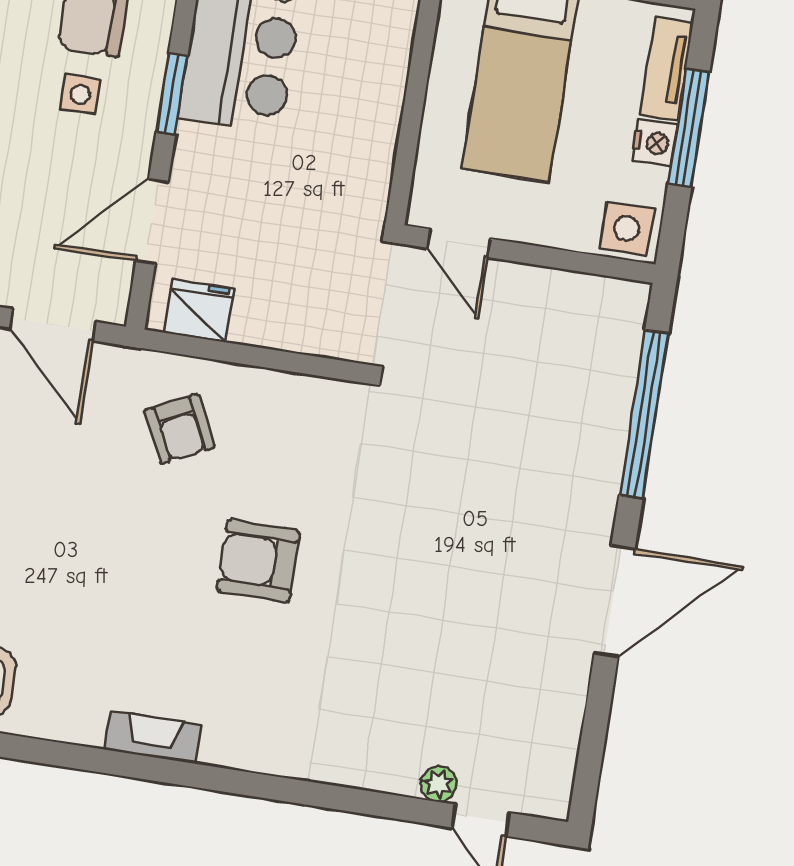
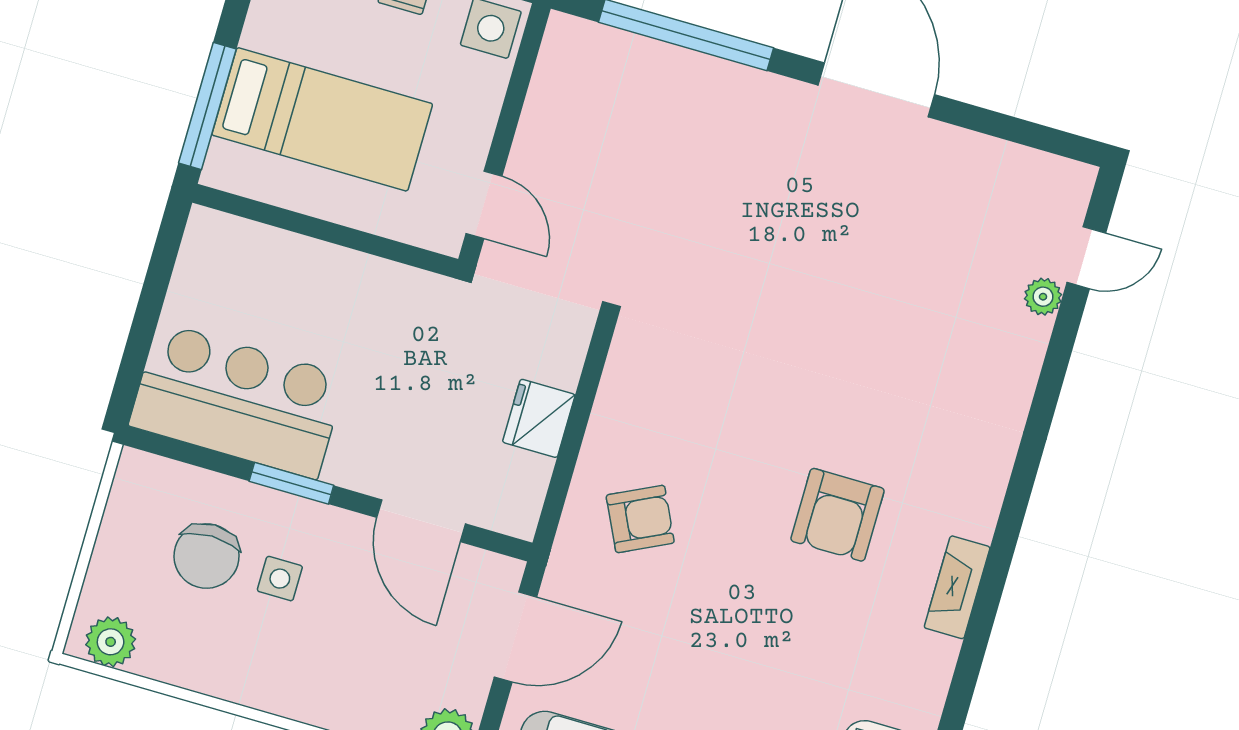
door: (459, 243) -> (484, 205), hinge flipped
fridge: (199, 311) -> (539, 418), moved
armchair: (258, 561) -> (838, 515), moved

